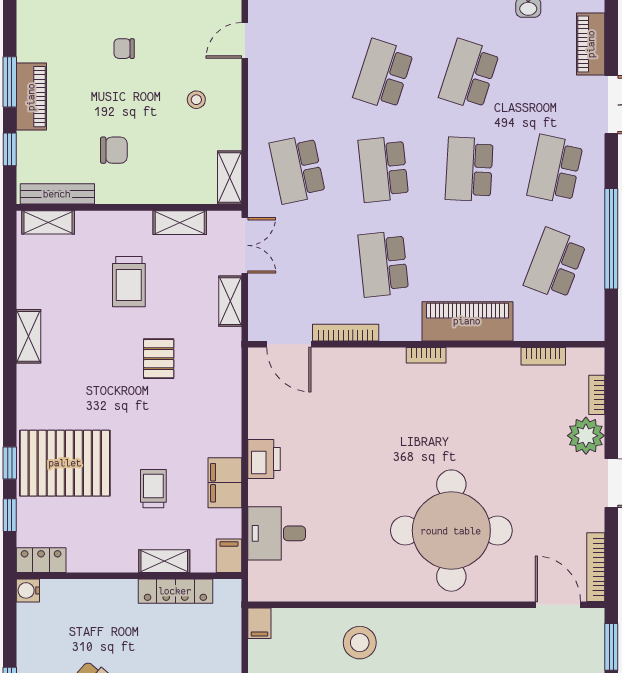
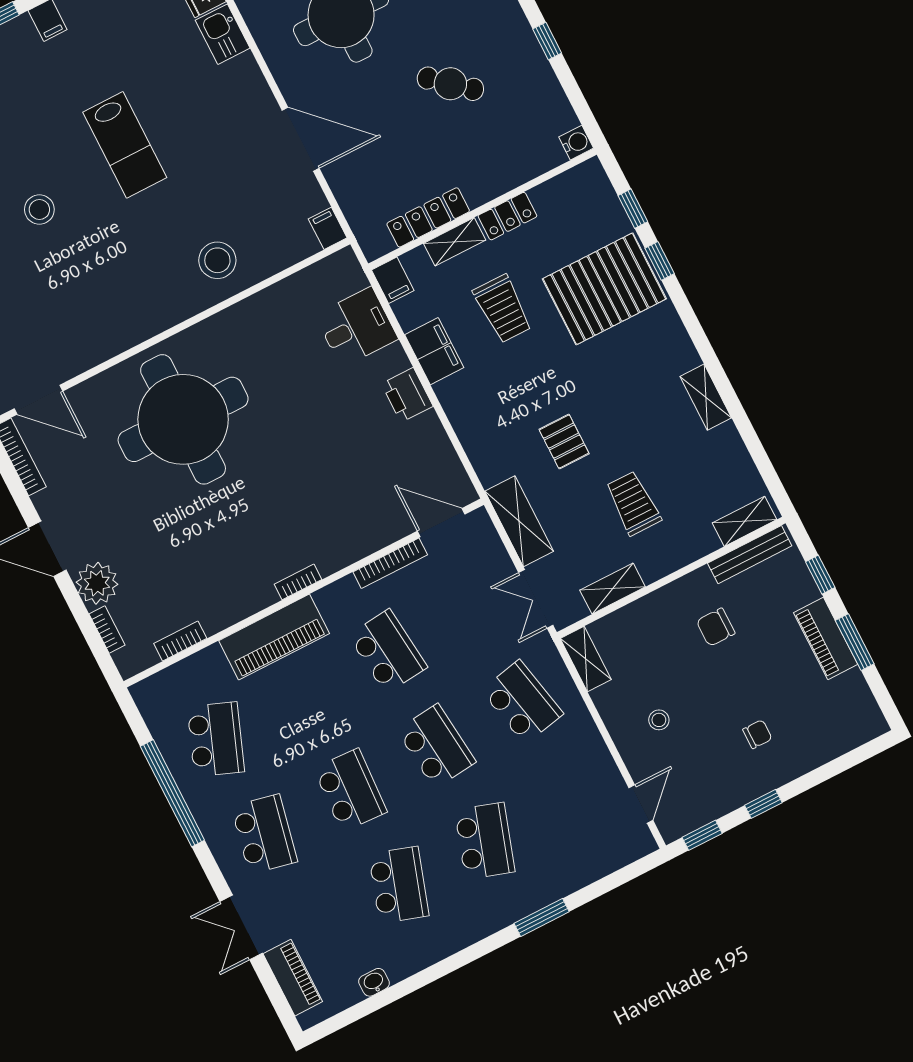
shelving: (230, 301) -> (519, 521), width x1.50, depth x1.33
trolley: (153, 489) -> (503, 309), width x1.36, depth x1.39
locker: (41, 560) -> (507, 216), moved

